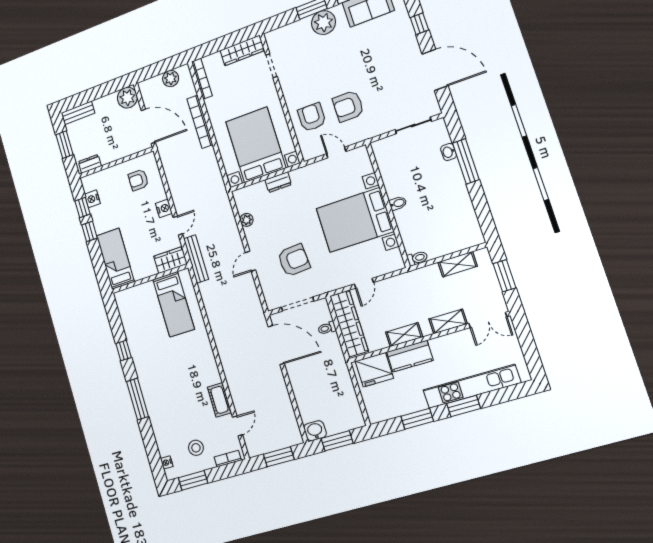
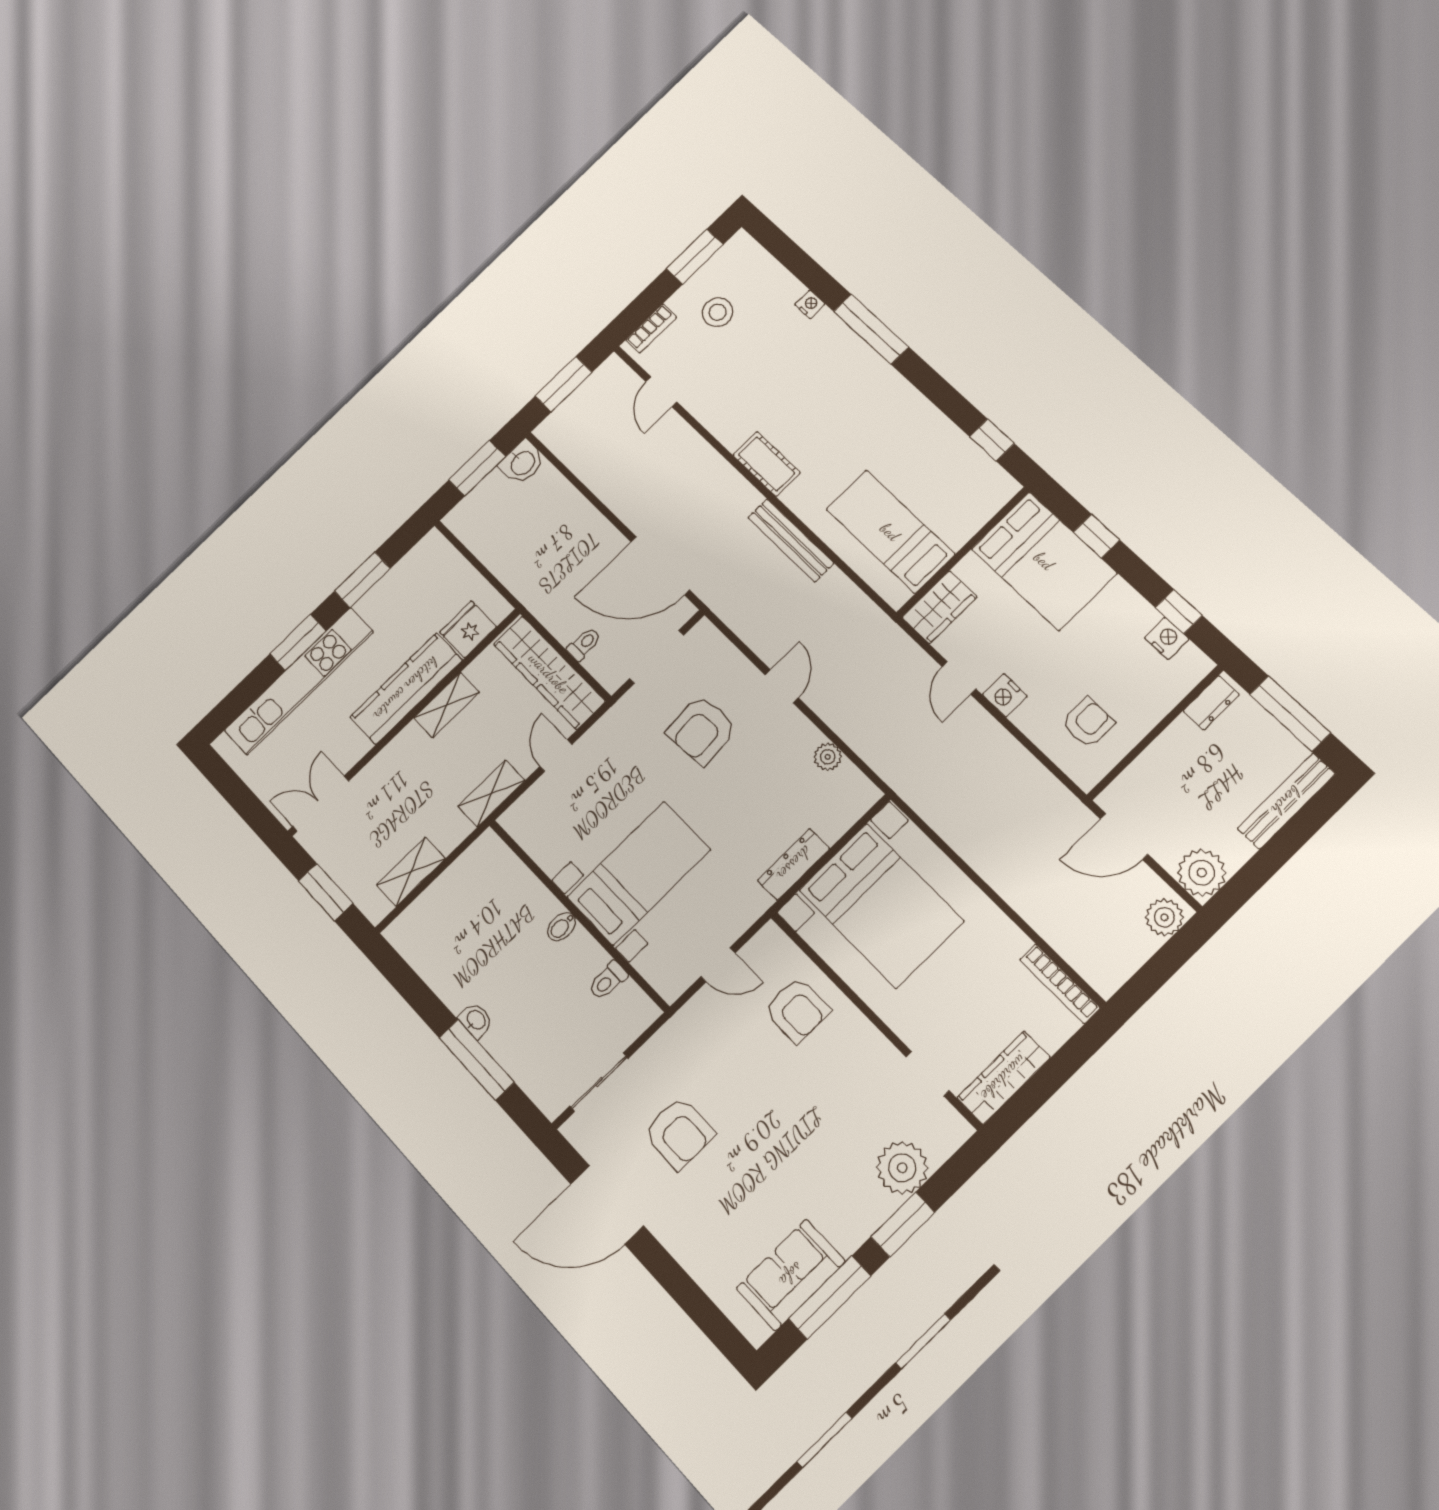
plant: (323, 23) -> (902, 1168), moved
window: (419, 24) -> (676, 1282), removed
plant: (171, 79) -> (1164, 917), moved
armchair: (348, 106) -> (679, 1133), moved, turned 90
bench: (78, 113) -> (1286, 801), width x1.36
bookcase: (200, 122) -> (1019, 897), removed
door: (148, 126) -> (1124, 837), width x0.73
window: (65, 145) -> (1290, 714), width x1.44
washbasin: (449, 152) -> (476, 1020), moved
dresser: (278, 182) -> (794, 864), width x1.44
bed with nightstands: (355, 220) -> (639, 873), width x0.73
window: (89, 231) -> (1096, 536), moved
toilet: (417, 258) -> (608, 981), moved
bed: (115, 259) -> (1044, 561), width x1.50
bench: (196, 259) -> (791, 540), moved
shelving: (448, 321) -> (491, 793), moved
window: (124, 350) -> (992, 440), moved
kitchen counter: (410, 356) -> (406, 689), width x1.50
fridge: (374, 370) -> (468, 629), width x0.73, depth x0.75
cot: (219, 400) -> (767, 464), moved
nightstand: (167, 462) -> (810, 304), moved

